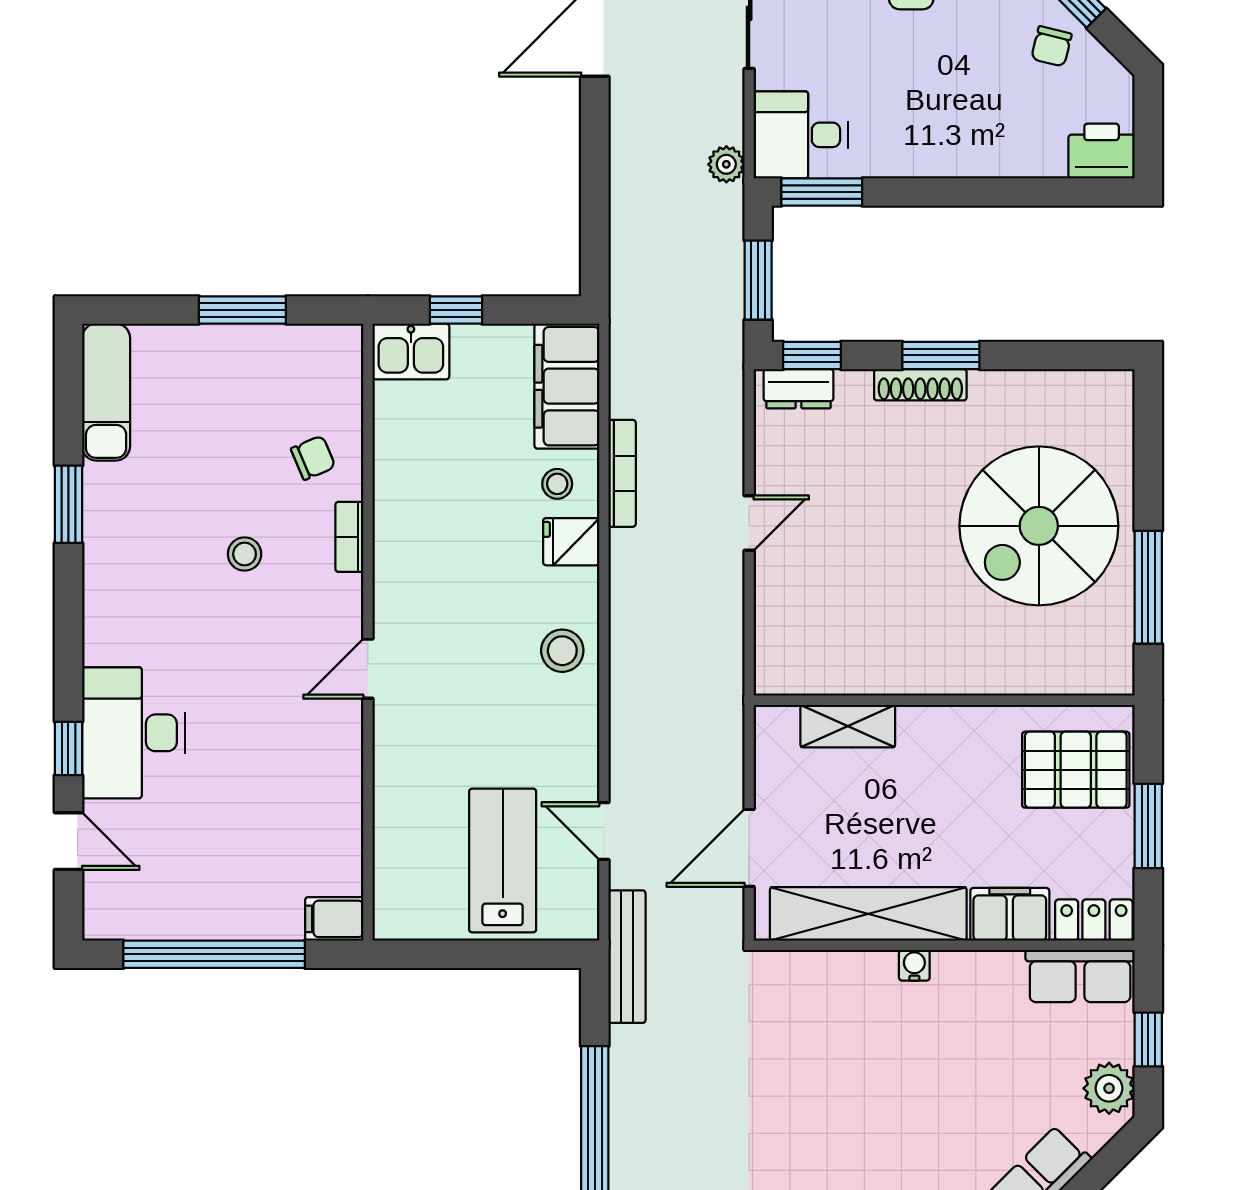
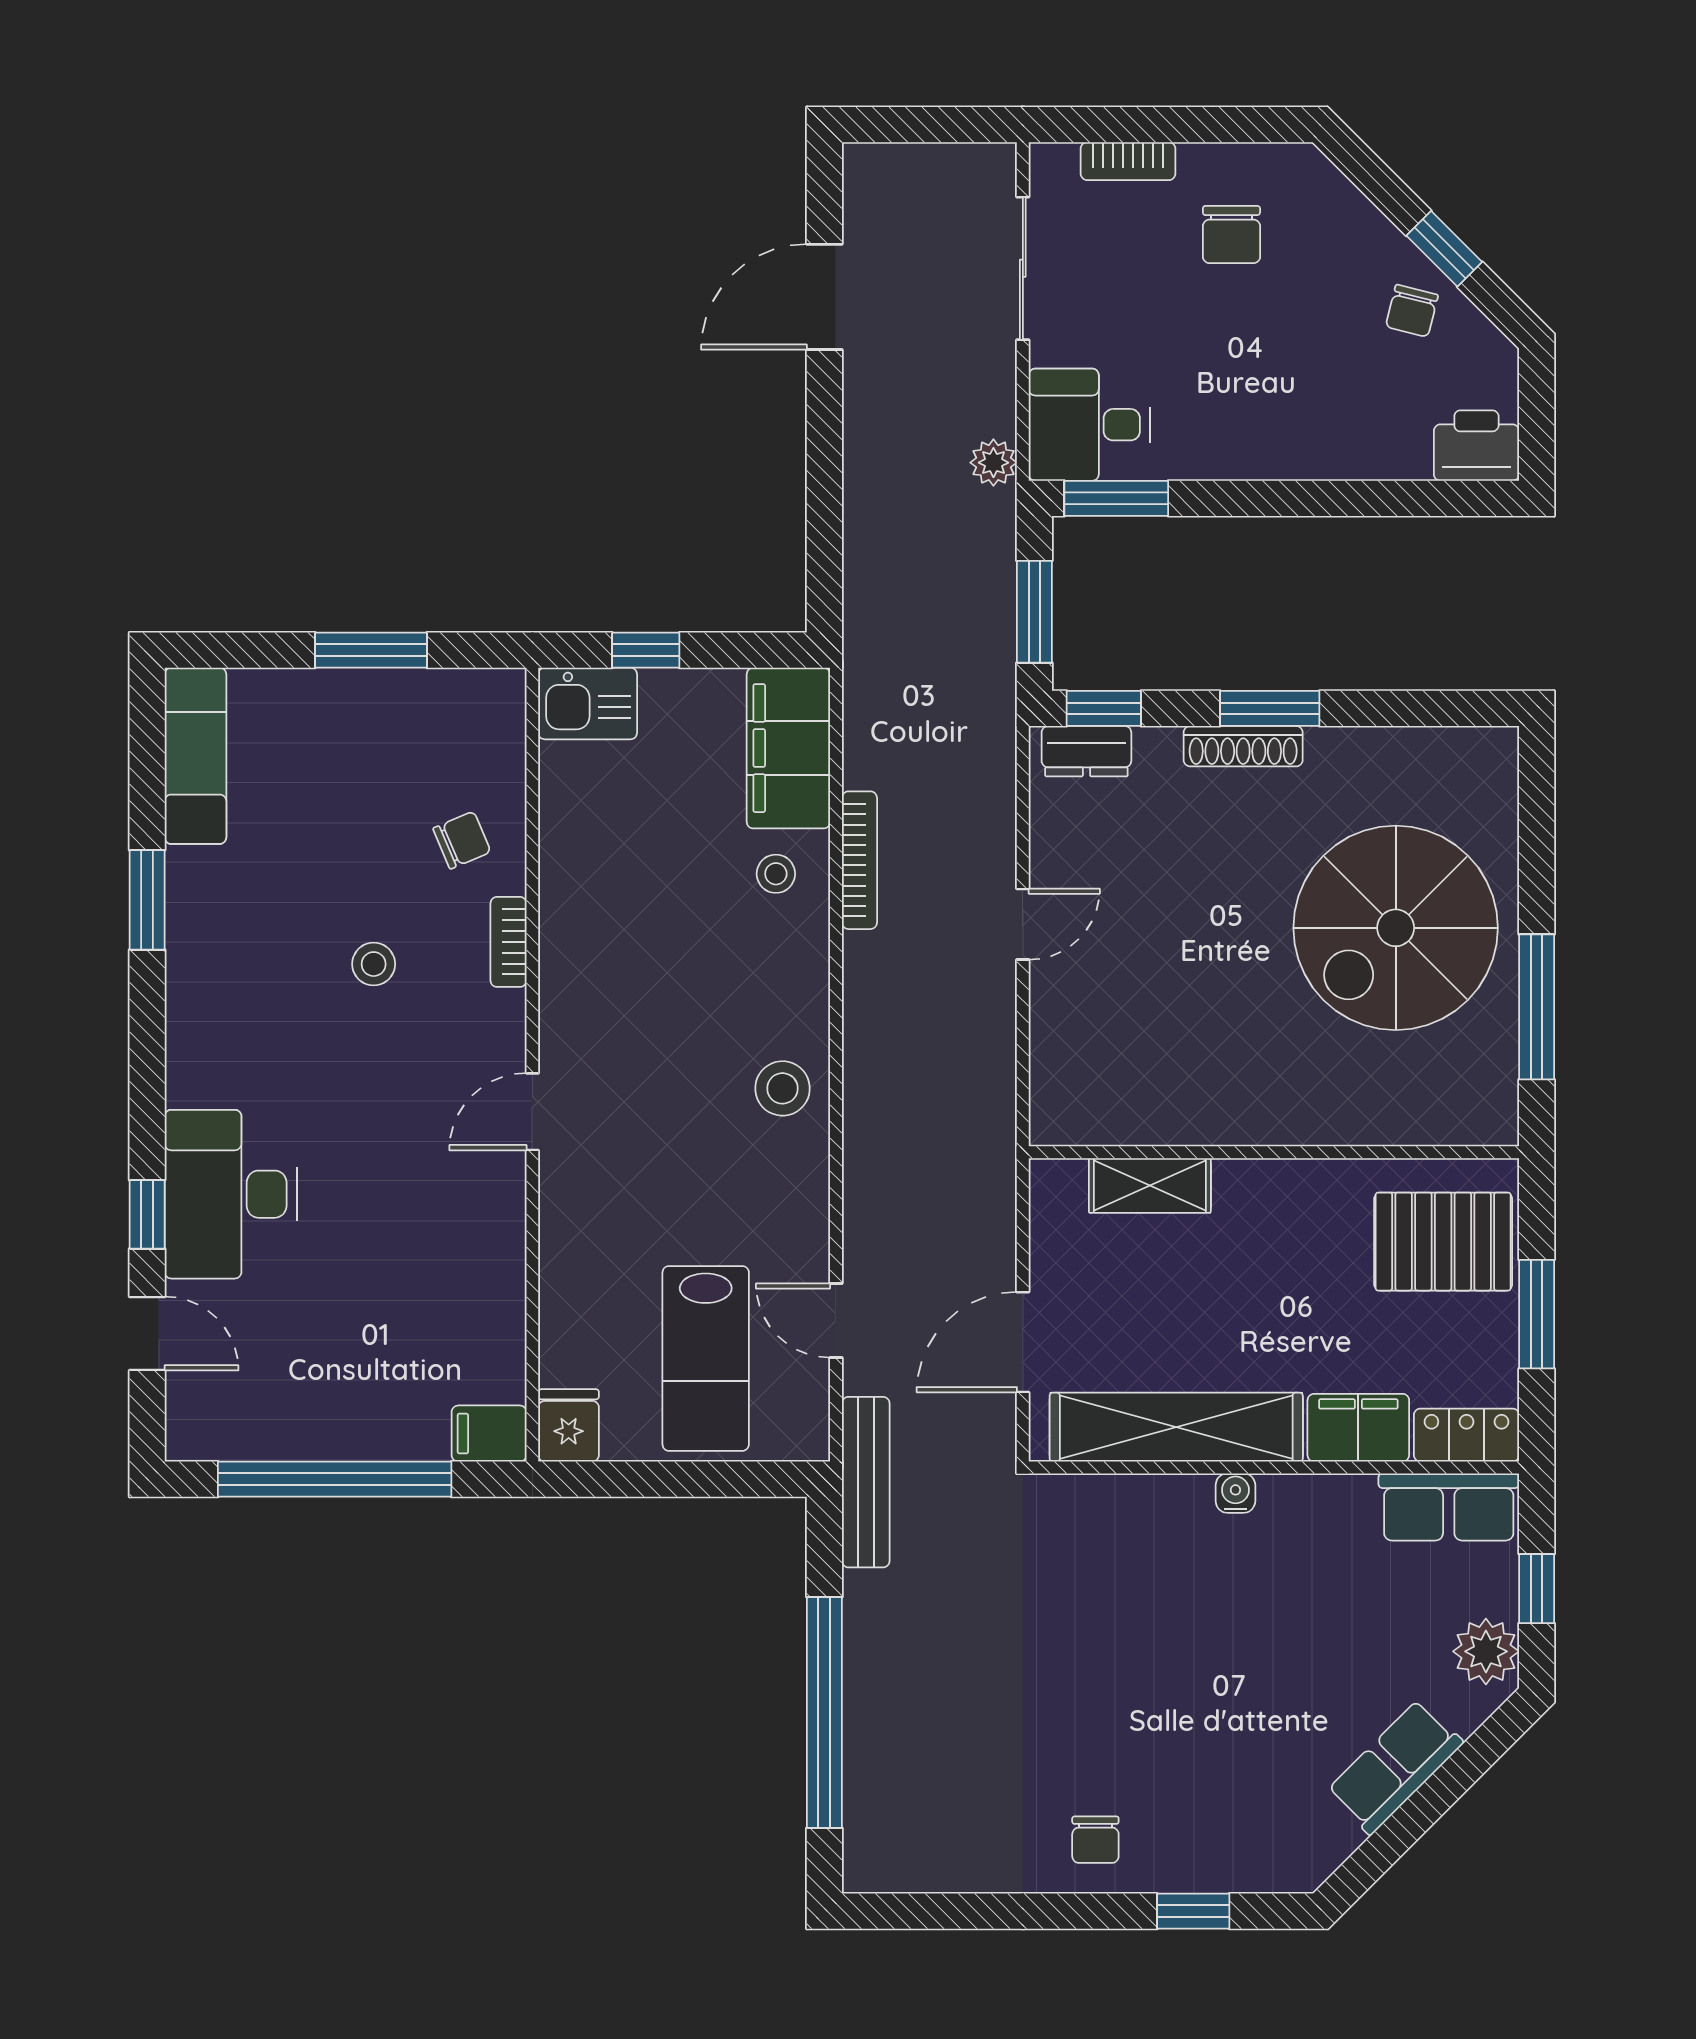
fridge: (571, 542) -> (569, 1425), moved, turned 90
lab bench: (503, 861) -> (706, 1358), turned 180

